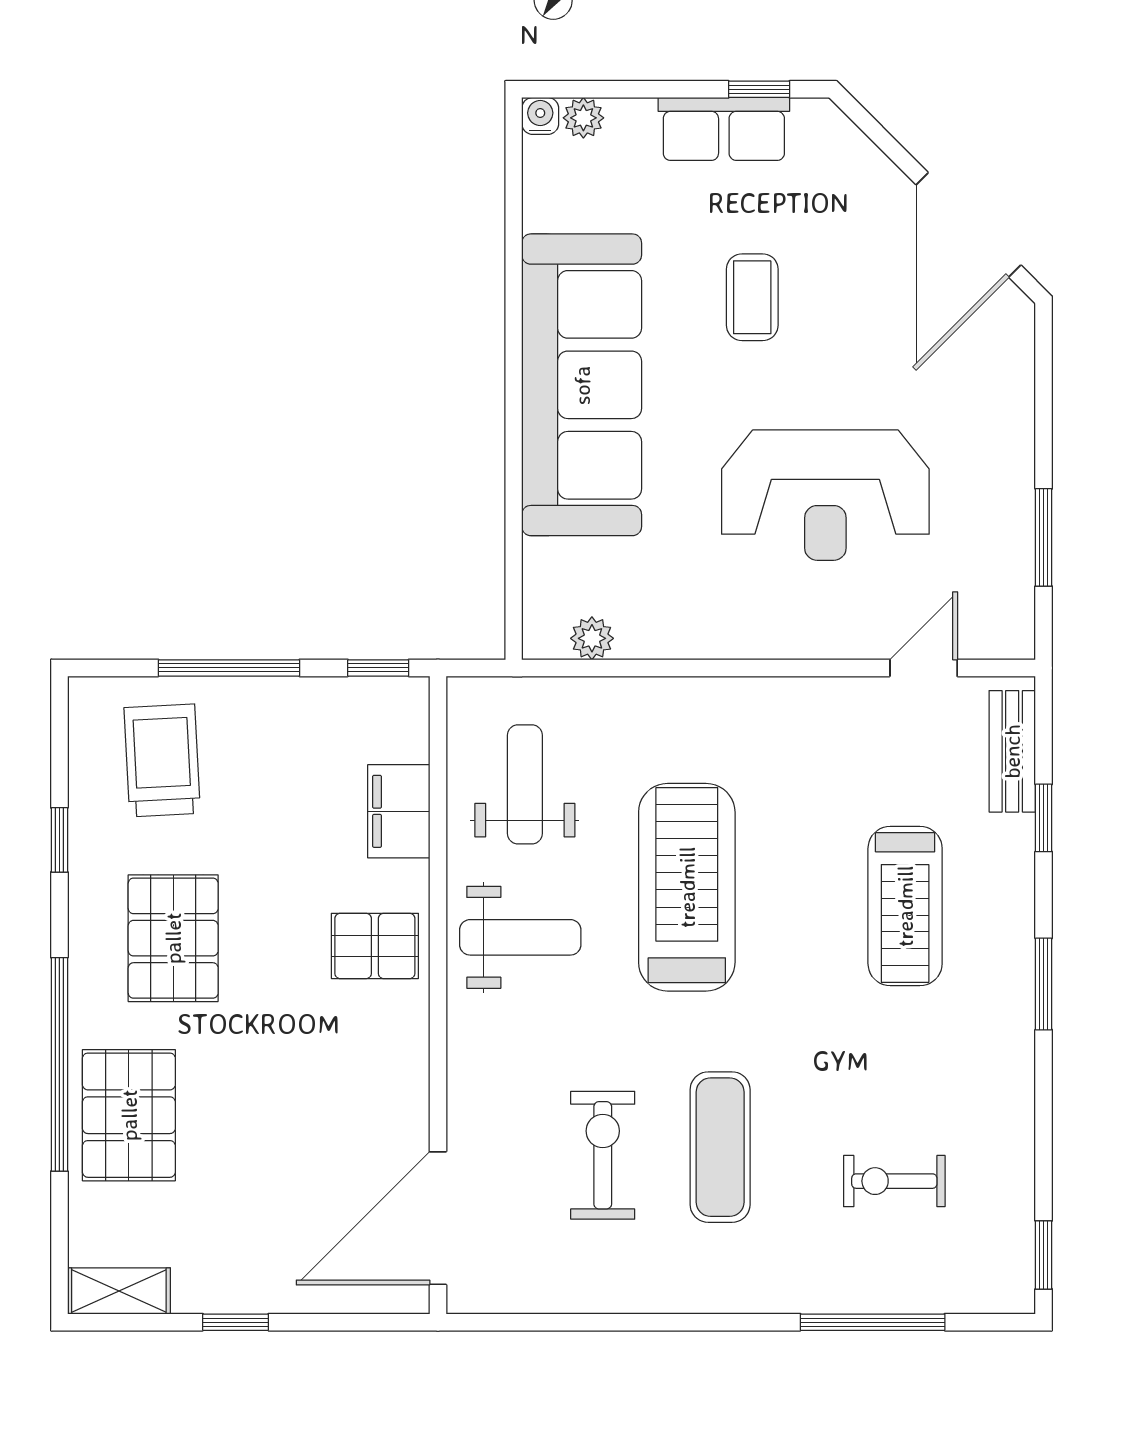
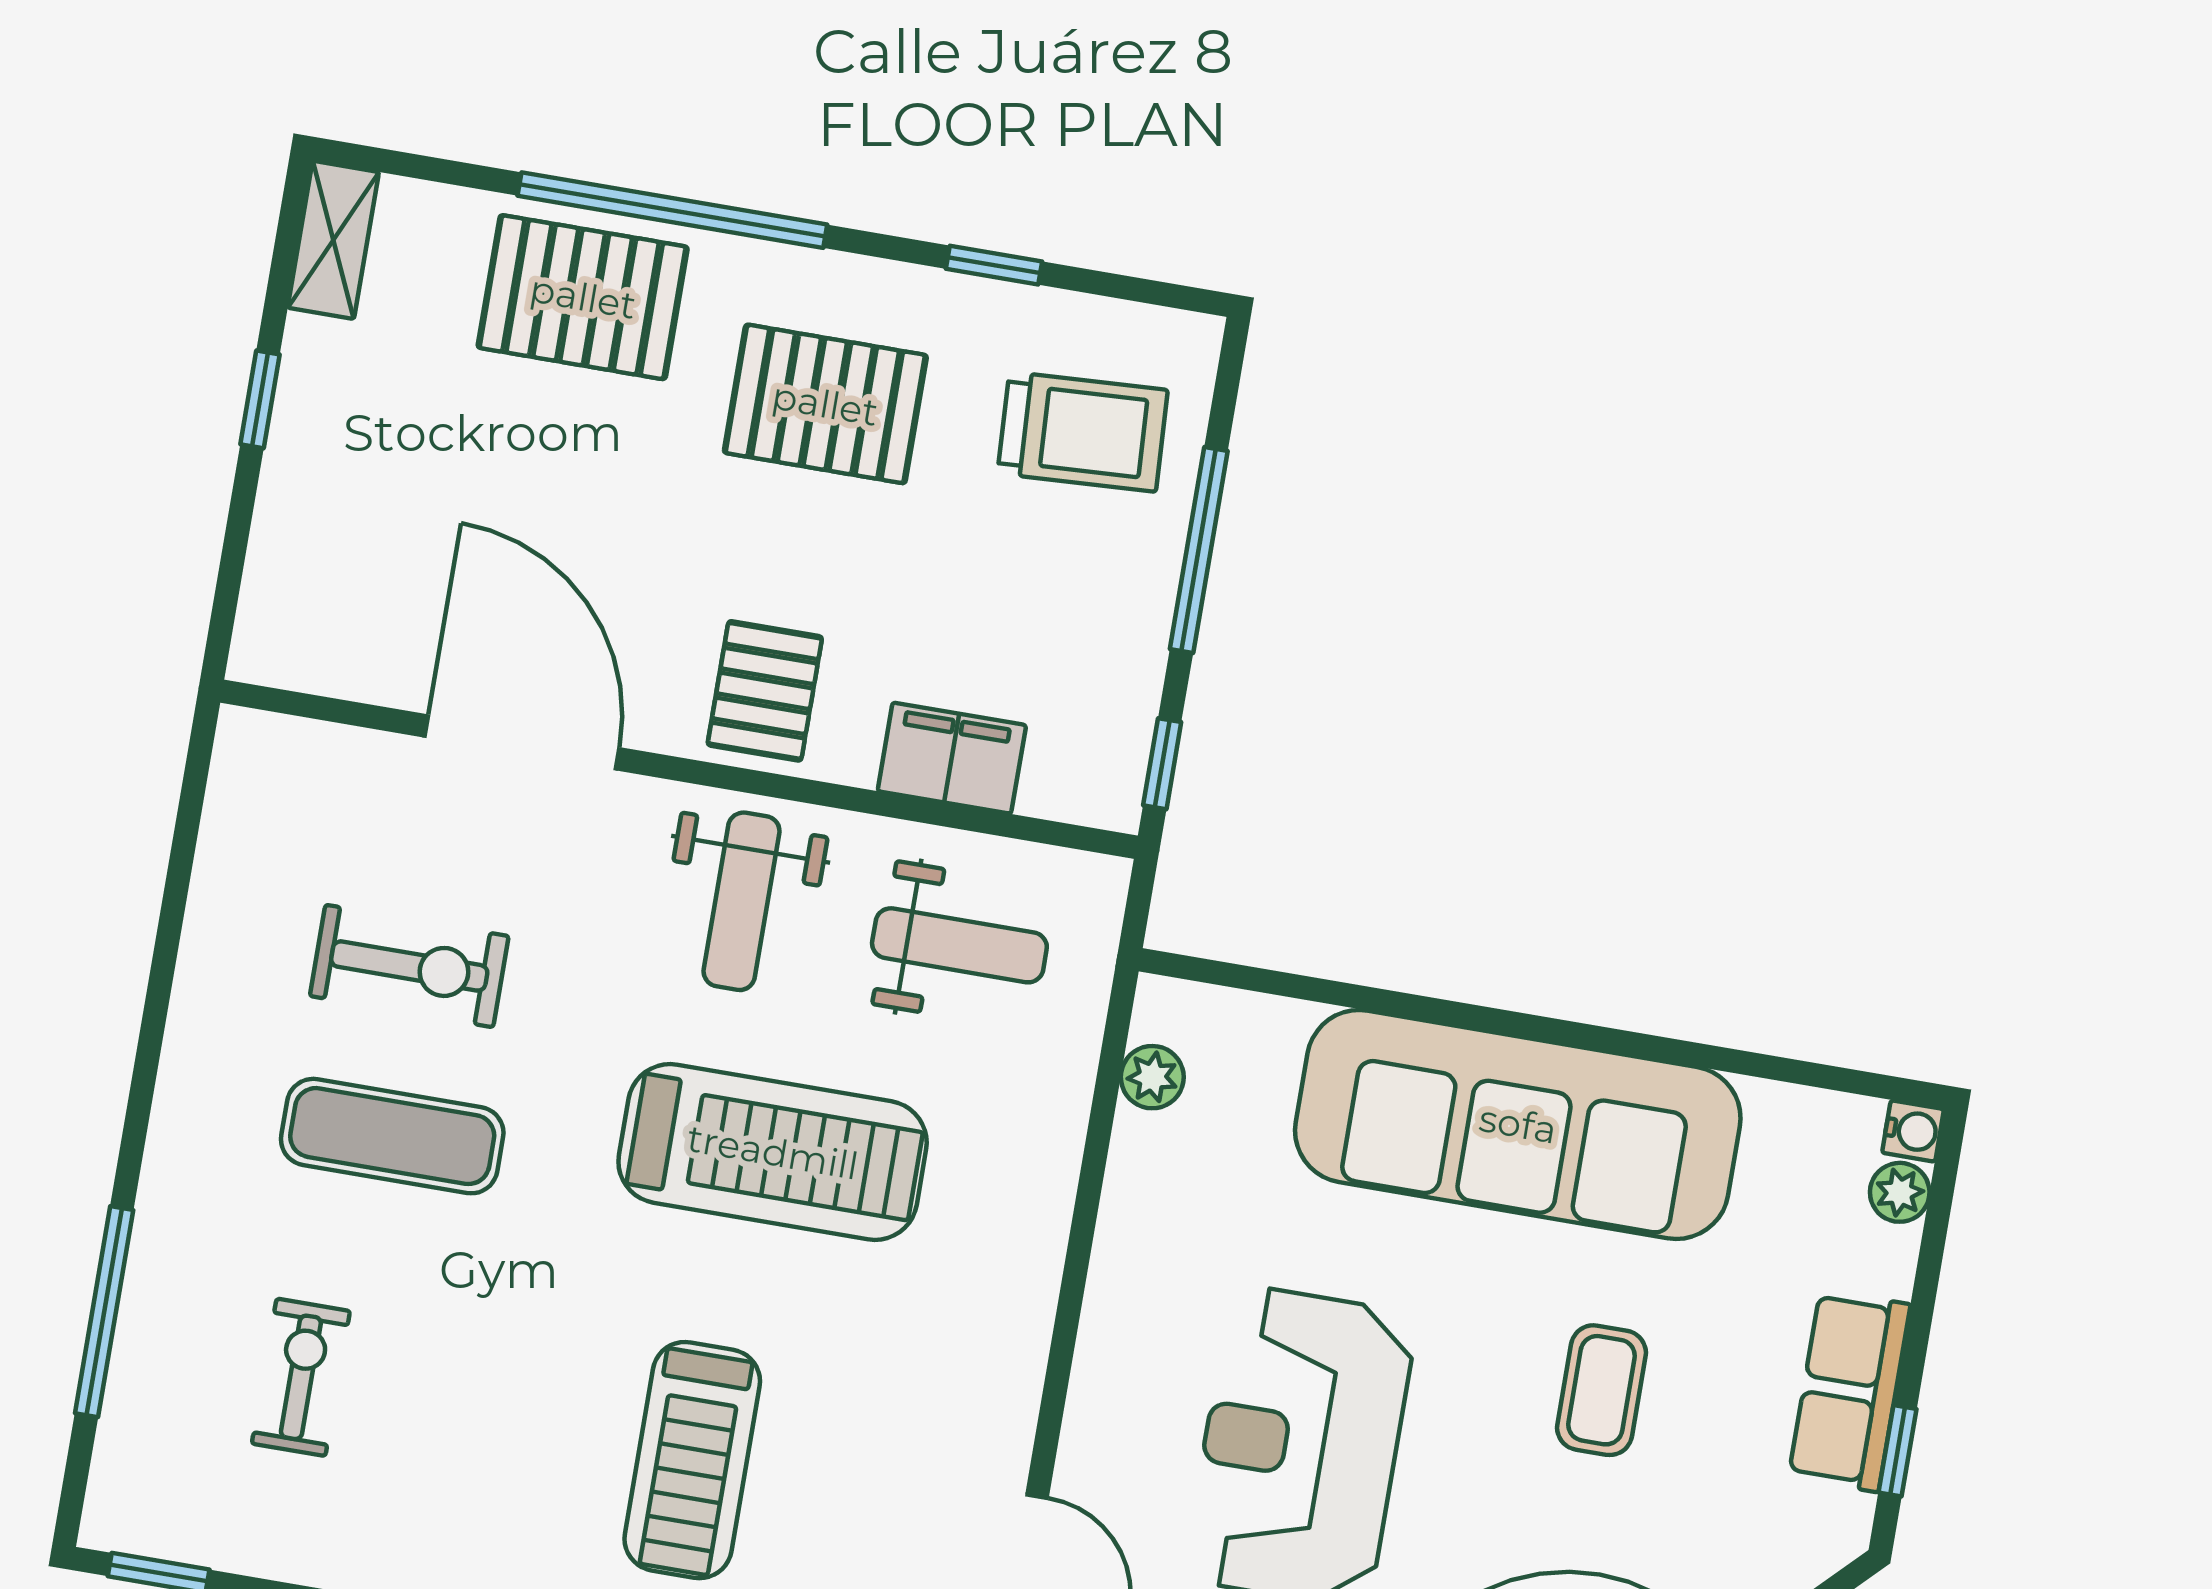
coffee table: (752, 297) -> (1601, 1390), turned 90
treadmill: (905, 906) -> (692, 1460), turned -90
door: (438, 1218) -> (522, 742), moved

